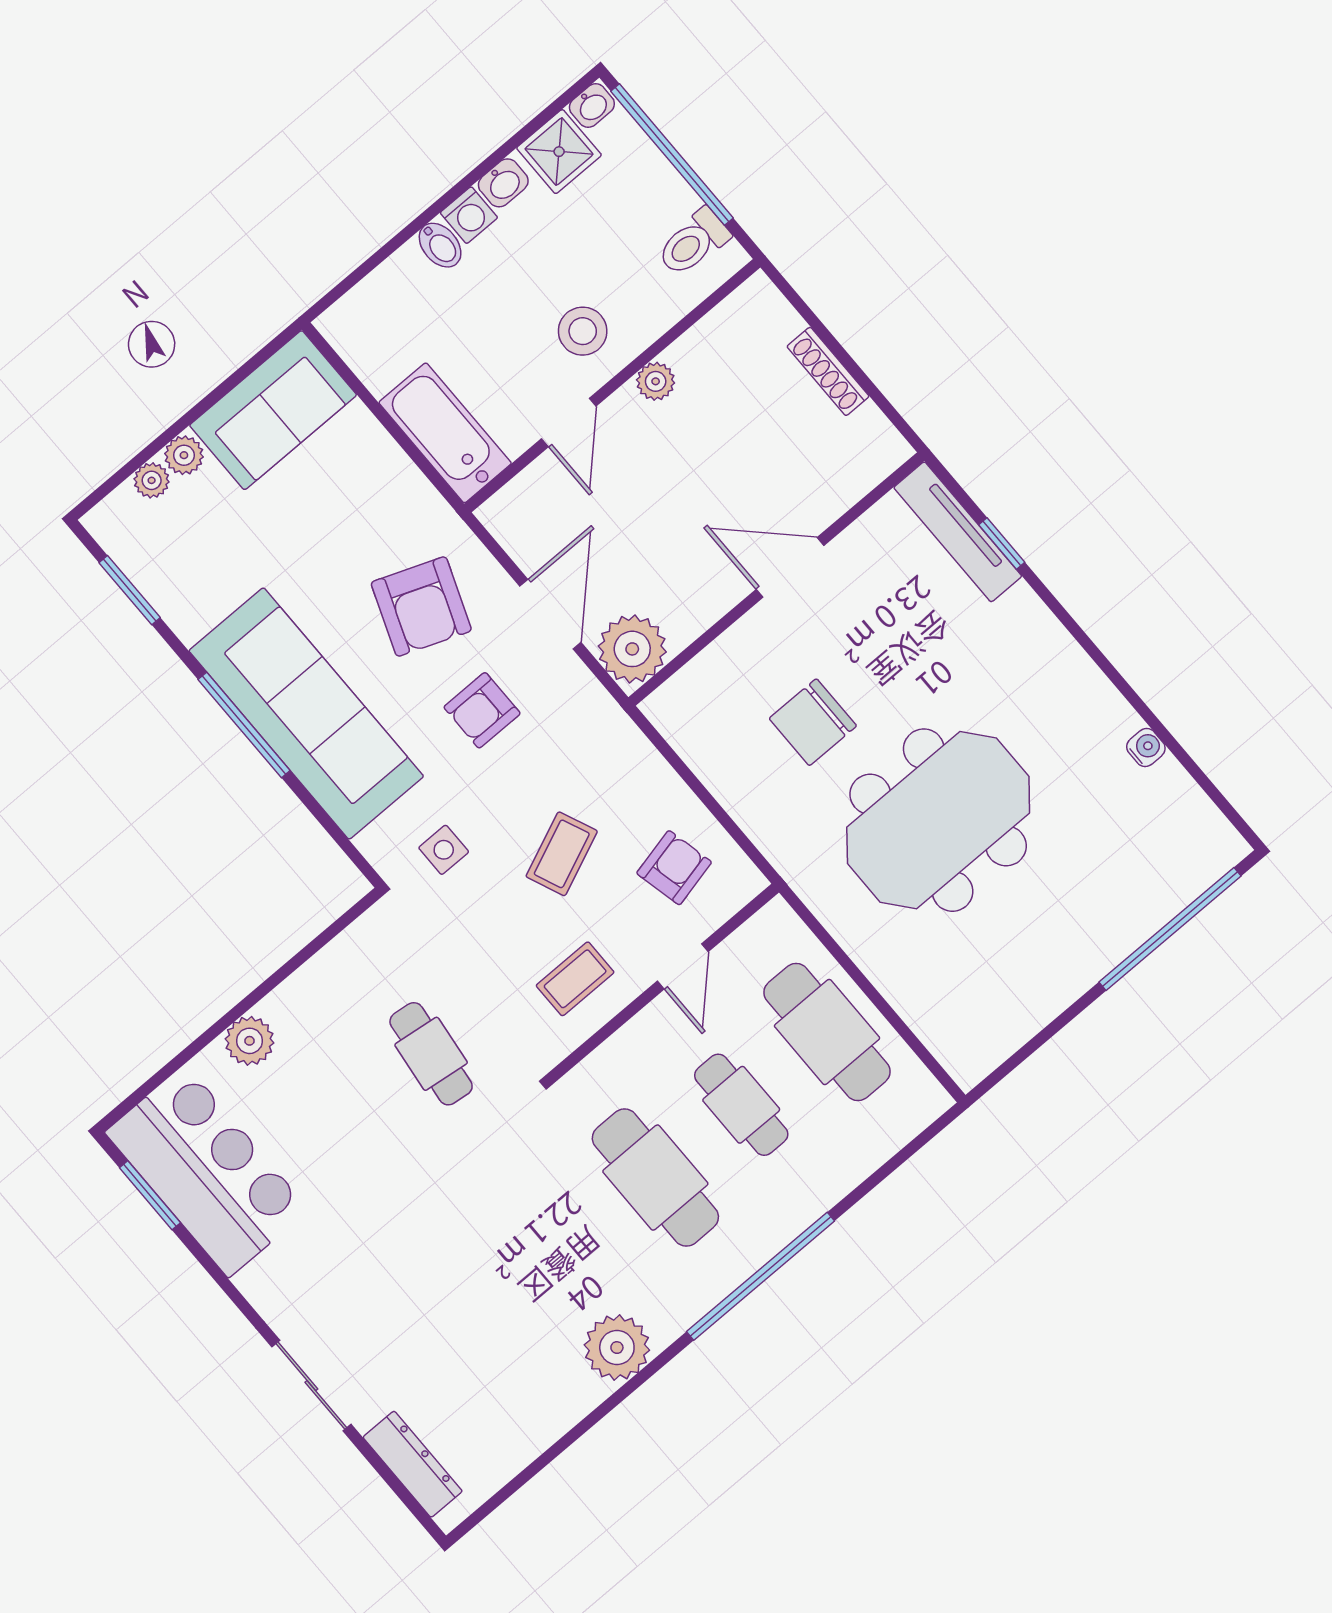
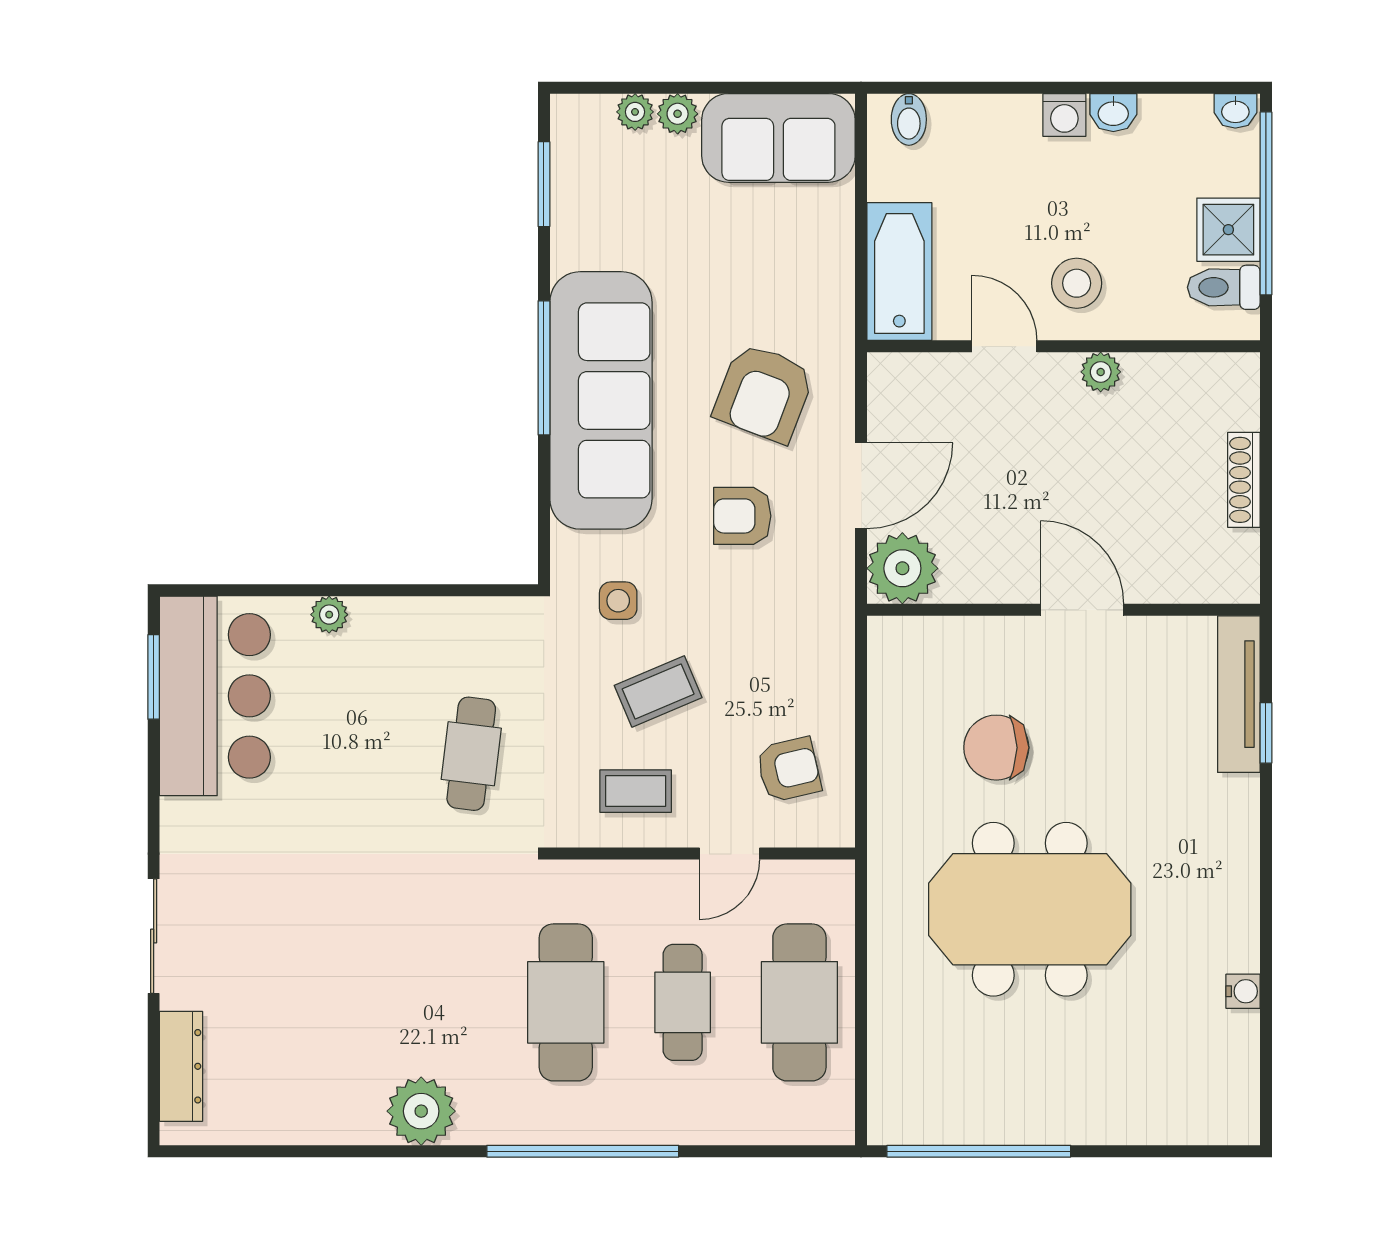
shower: (559, 152) -> (1228, 230), moved
bidet: (440, 245) -> (909, 119), moved
door: (569, 422) -> (1004, 346), swing flipped
coffee table: (562, 854) -> (658, 691), moved
window: (1170, 929) -> (979, 1151), moved
plant: (250, 1041) -> (329, 615), width x0.73, depth x0.73

